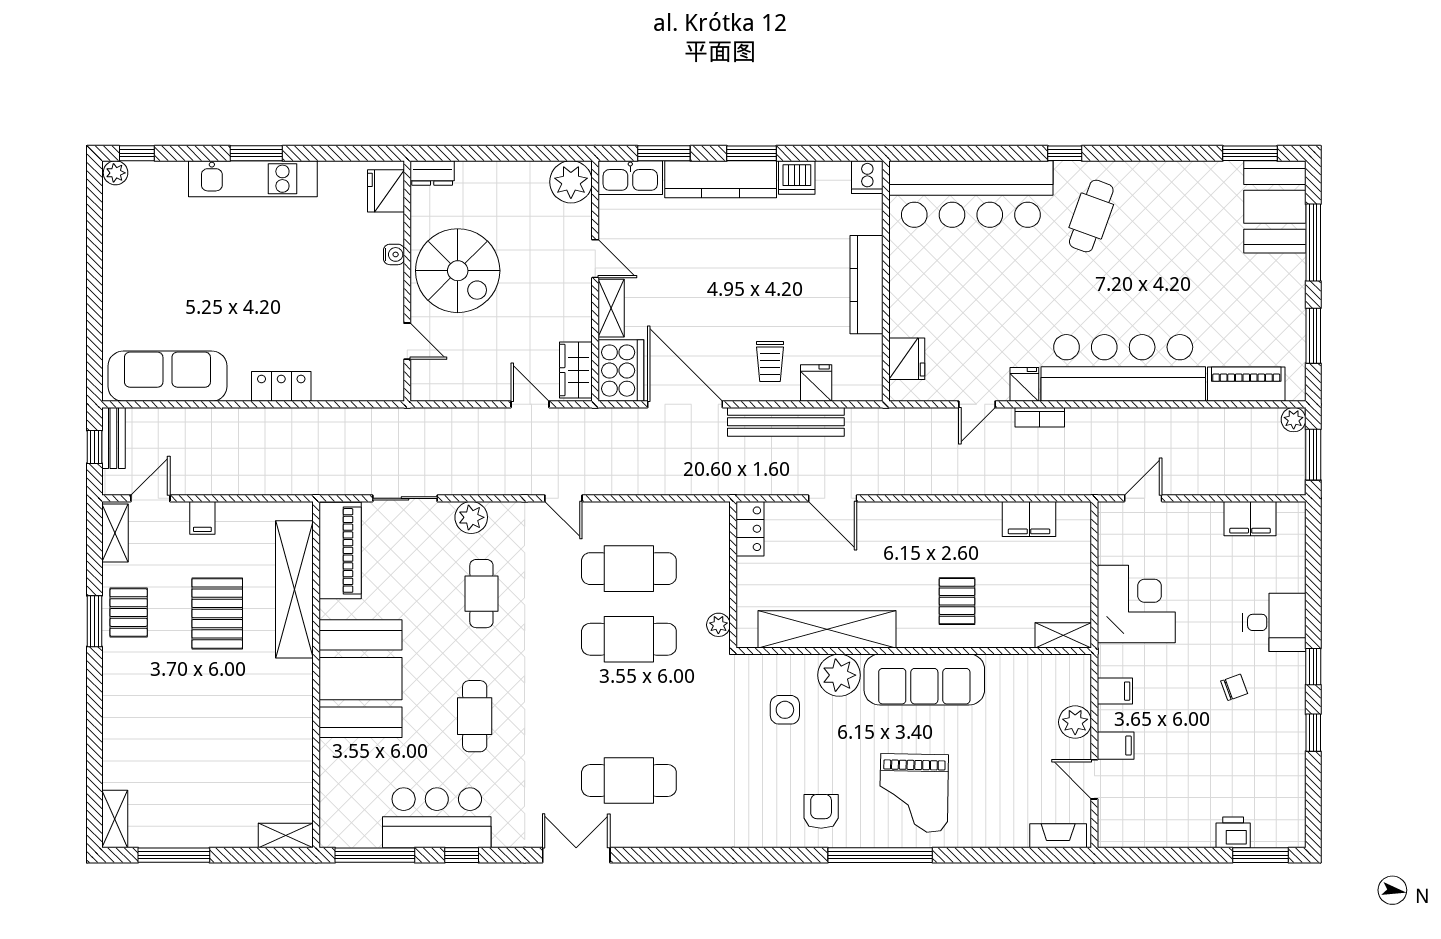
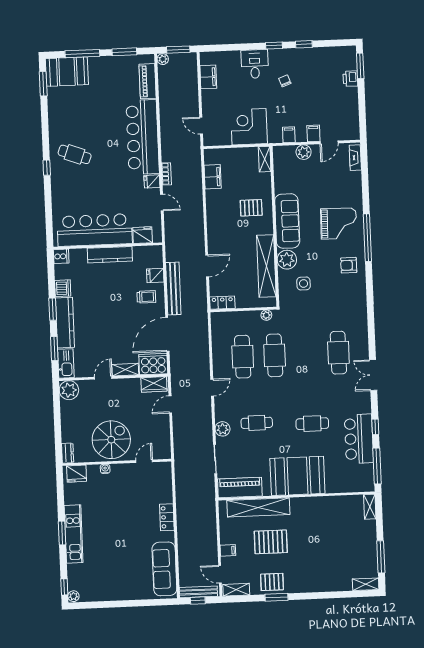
bar counter: (971, 194) -> (95, 230), moved, turned -90
bench: (113, 438) -> (198, 592), width x1.36

